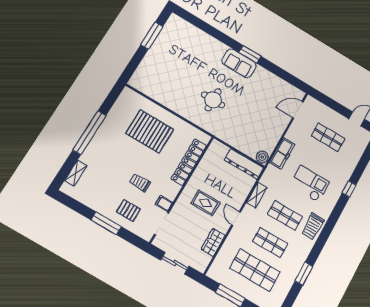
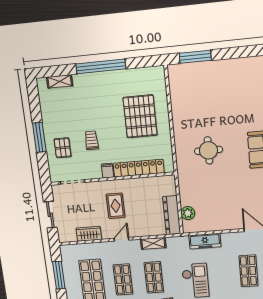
window: (152, 36) -> (195, 57), moved
plant: (262, 157) -> (188, 213), moved
filing cabinet: (164, 203) -> (108, 171), moved

